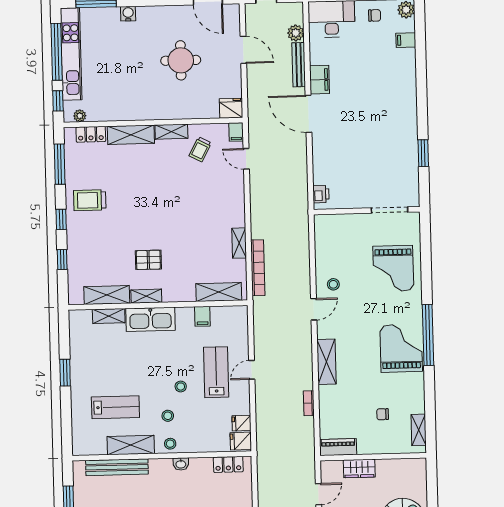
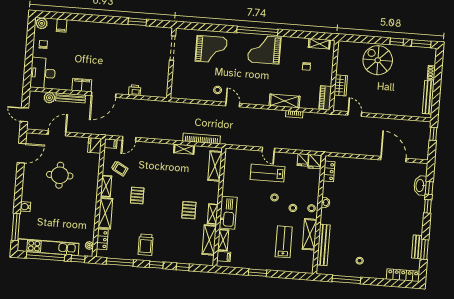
pallet: (162, 180) -> (137, 195), added
printer: (321, 194) -> (135, 90), moved
filing cabinet: (202, 316) -> (224, 257), moved
shelving: (327, 362) -> (284, 101), moved

